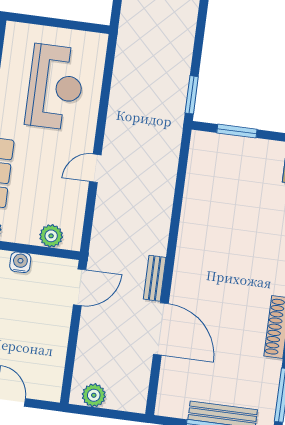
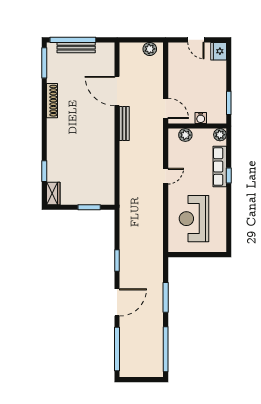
window: (192, 95) -> (117, 260), moved
bench: (155, 278) -> (124, 123), width x1.36
door: (80, 287) -> (166, 108), swing flipped

